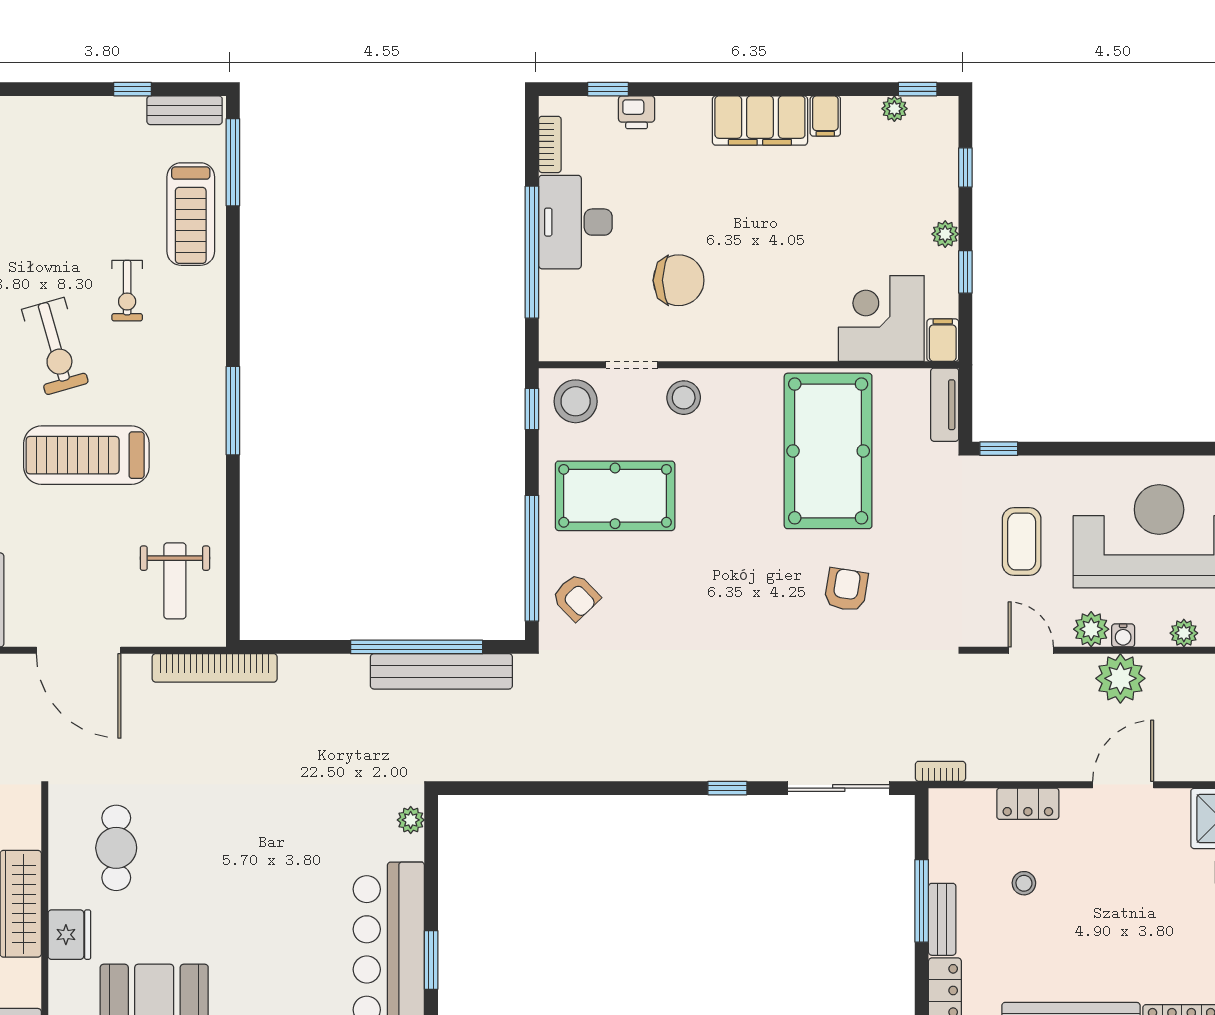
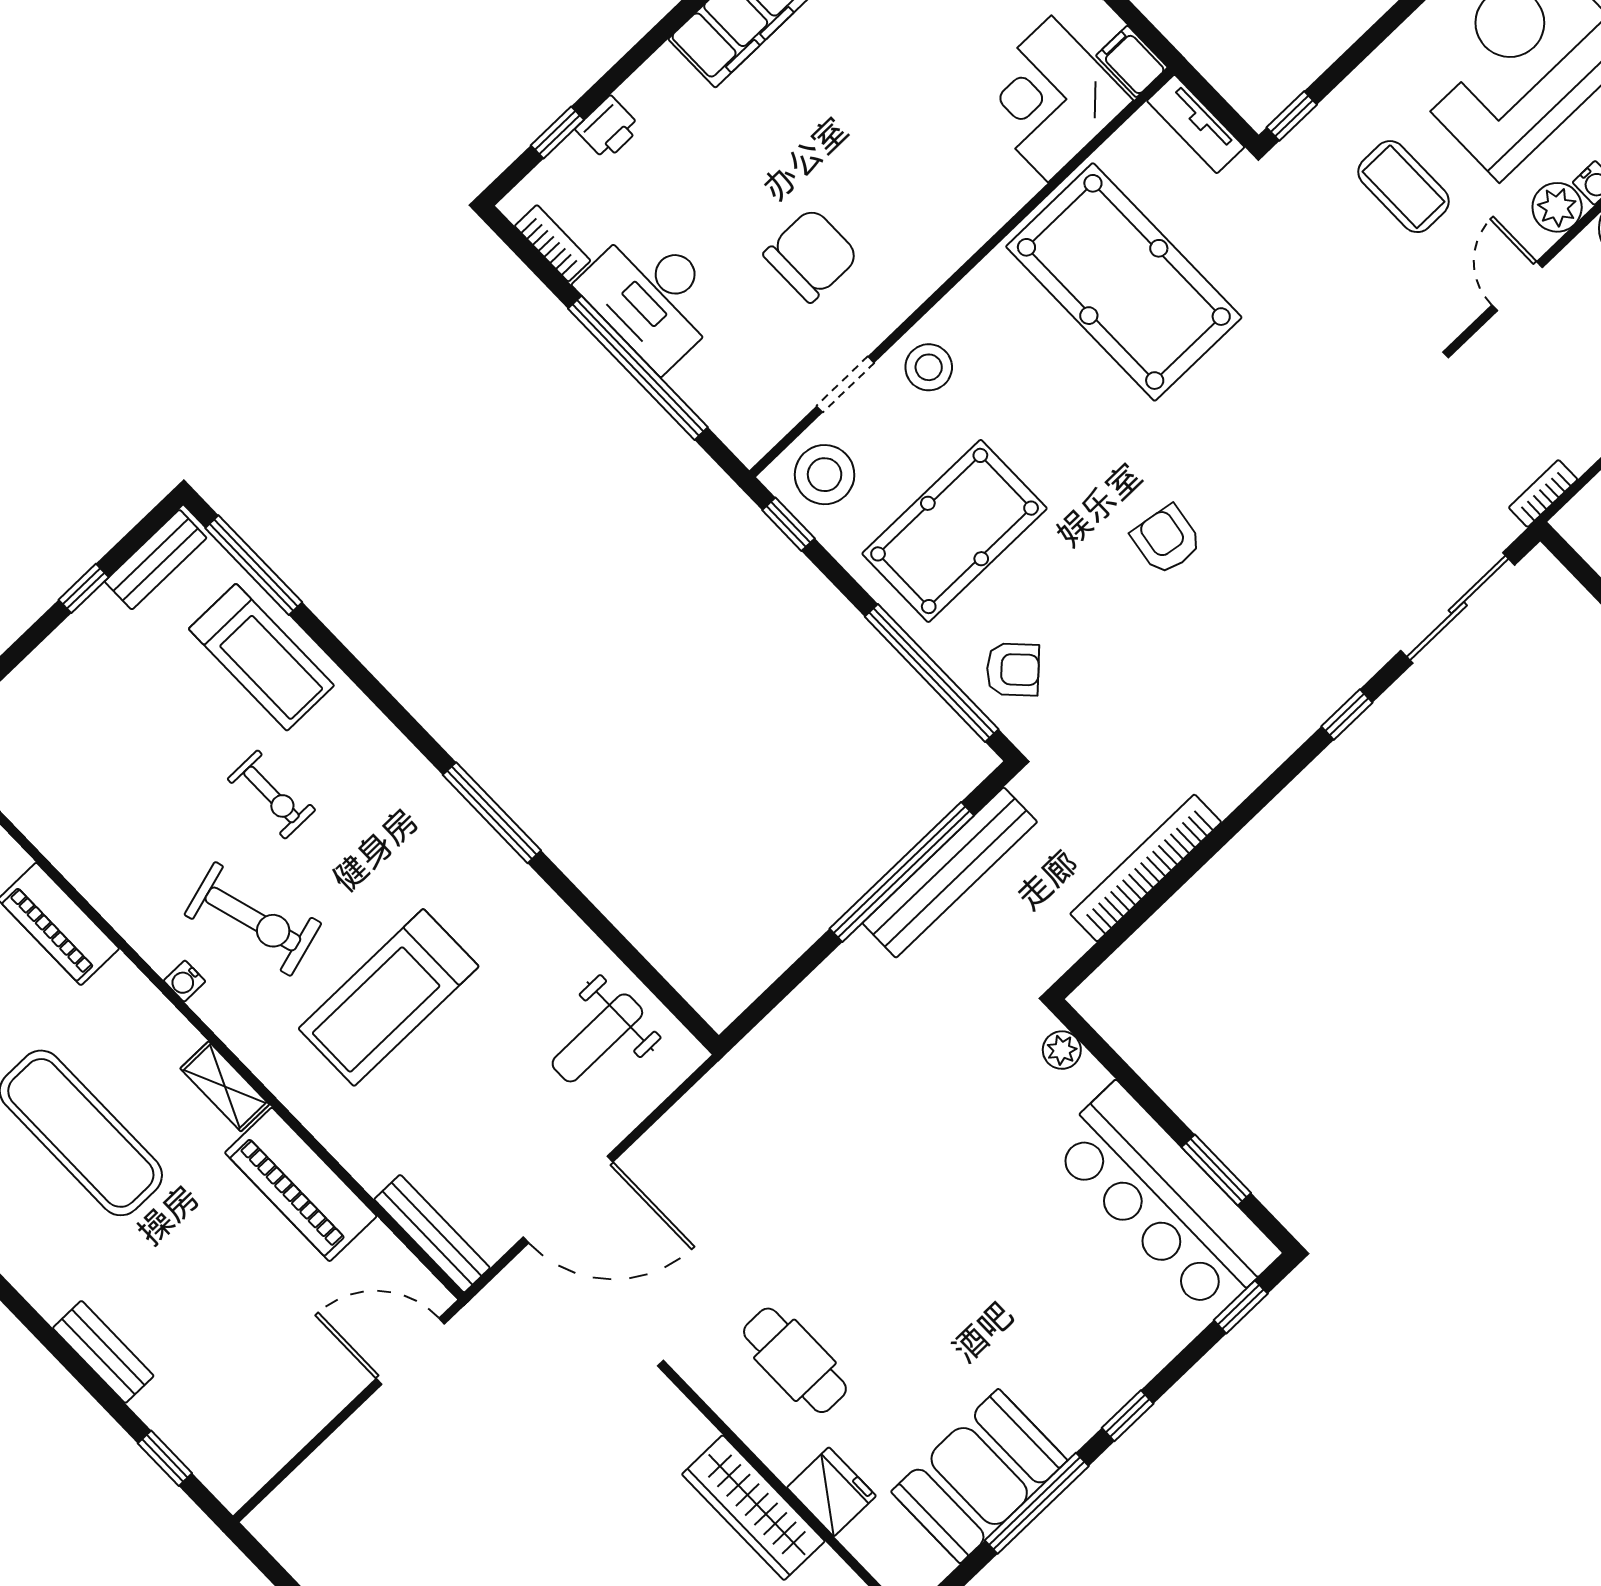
weight bench: (175, 581) -> (597, 1038), turned 90
armchair: (846, 590) -> (1166, 540), moved
door: (1031, 650) -> (1517, 286), hinge flipped
bookcase: (215, 668) -> (1146, 868), moved, turned 180

